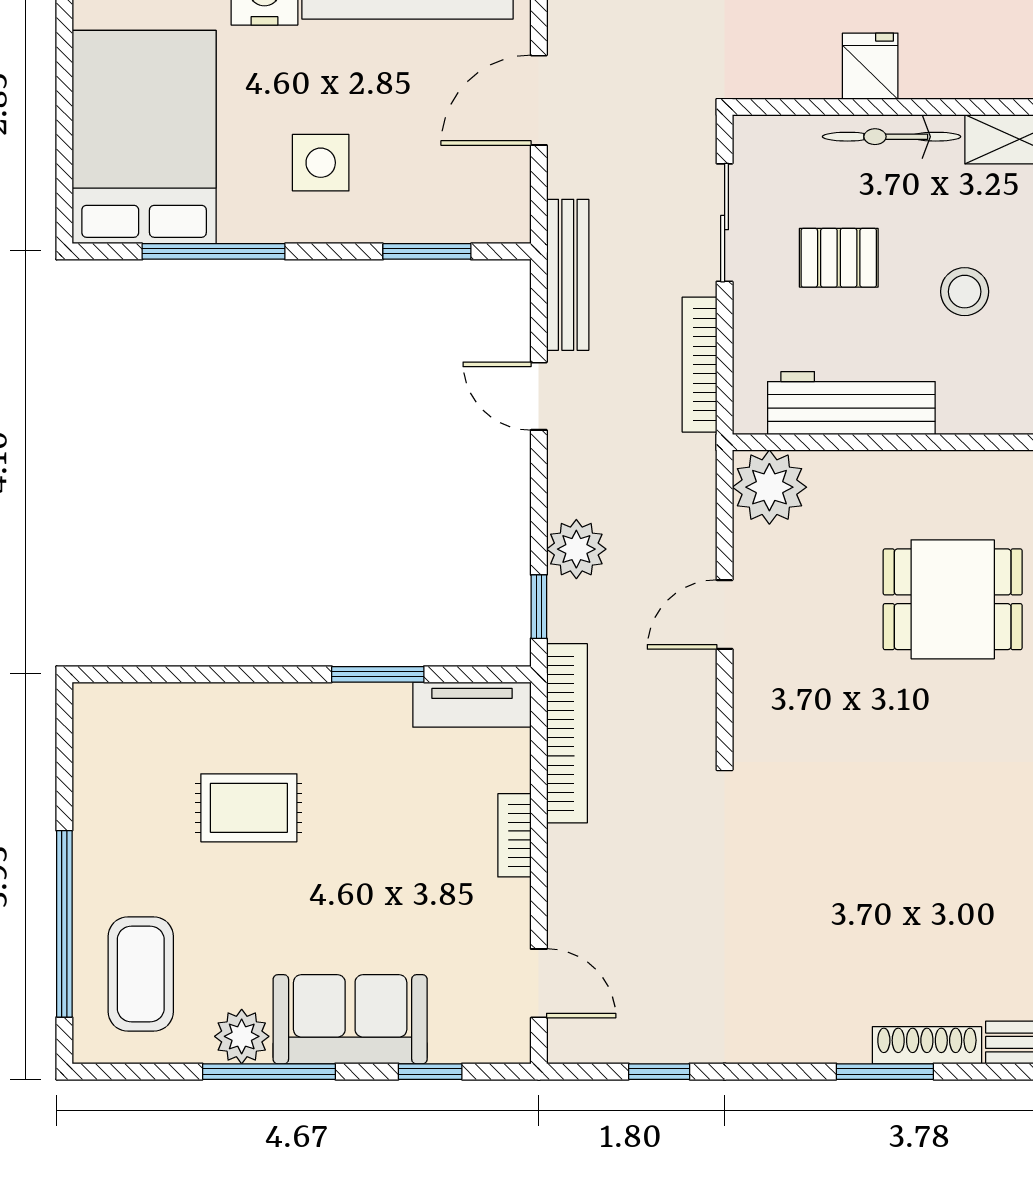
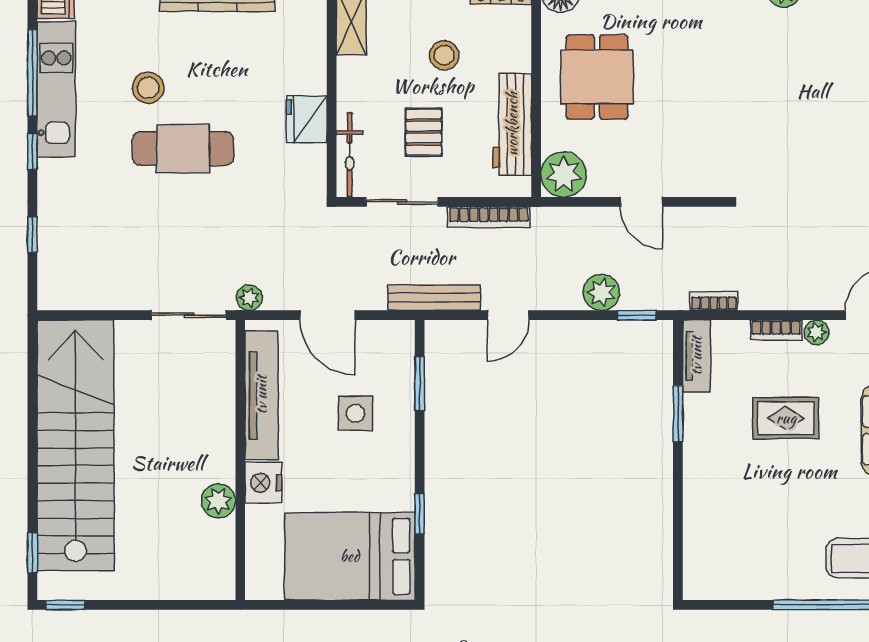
fridge: (870, 66) -> (307, 119), width x1.38
bicycle: (892, 137) -> (350, 155), moved
side table: (321, 163) -> (355, 413), moved
window: (214, 251) -> (420, 514), width x0.46
dining table: (953, 599) -> (597, 77), moved
bookcase: (567, 733) -> (714, 301), width x0.43, depth x0.76
rug: (249, 808) -> (786, 418), moved, turned 90
plant: (511, 901) -> (816, 332), added

